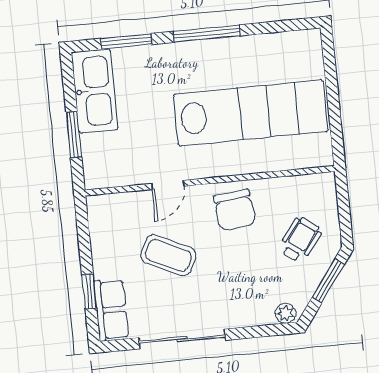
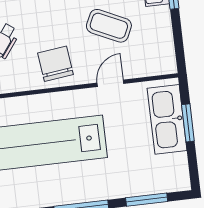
kitchen sink: (95, 91) -> (167, 119), moved

